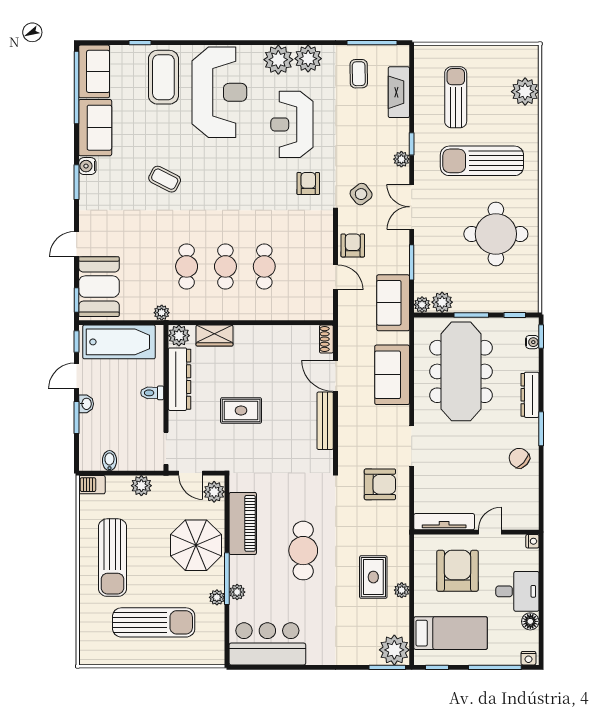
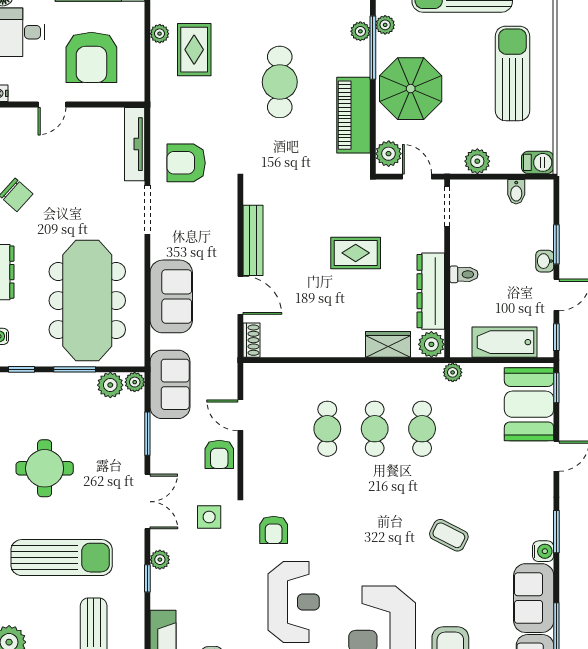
side table: (361, 194) -> (209, 517), turned 38
round table: (496, 234) -> (45, 468), width x0.73, depth x0.73
bathtub: (119, 342) -> (505, 342), width x0.73, depth x0.73
tv unit: (444, 522) -> (135, 144), moved, turned 90

